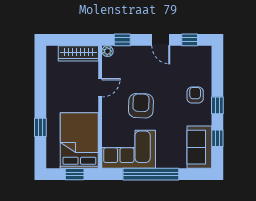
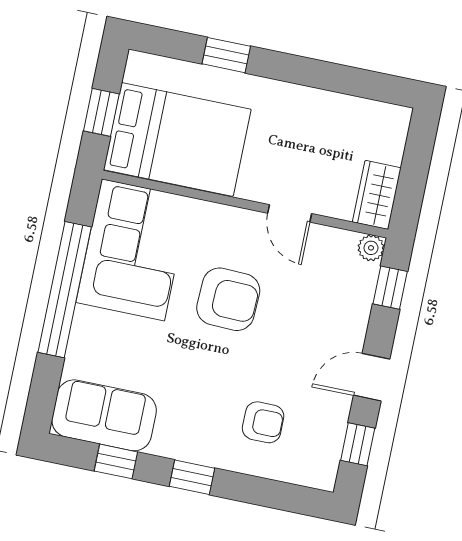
wardrobe: (78, 53) -> (377, 195), width x0.67
armchair: (195, 95) -> (263, 422), moved

